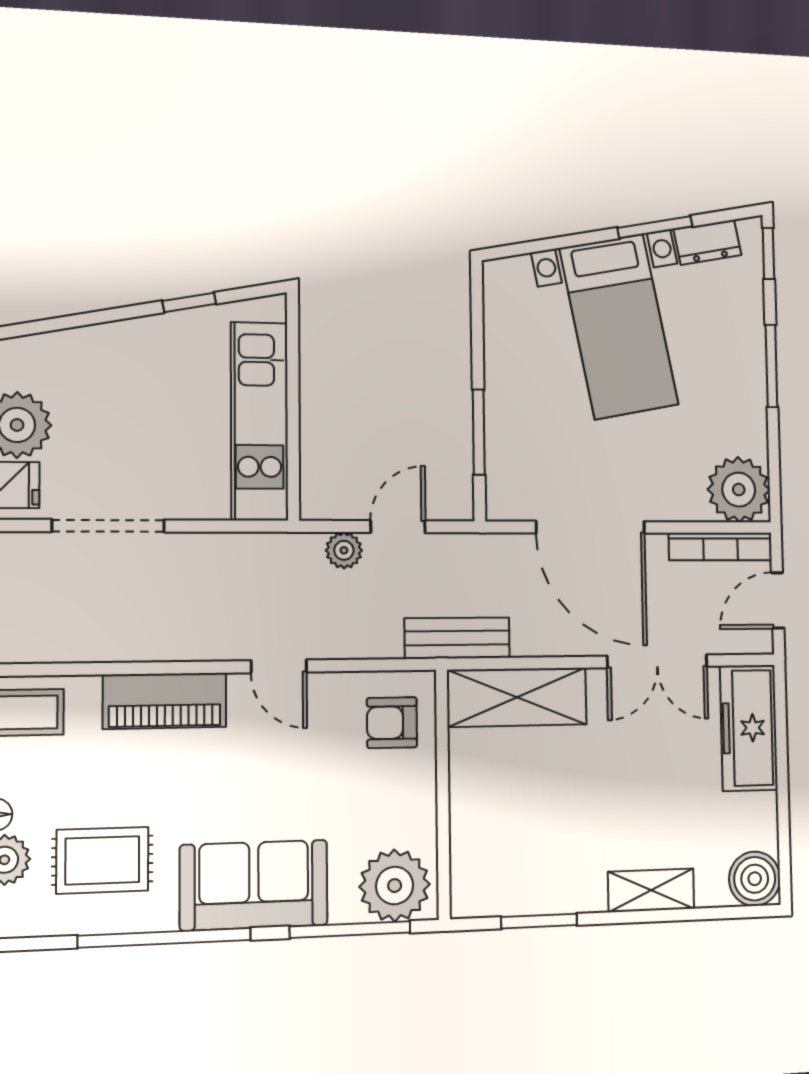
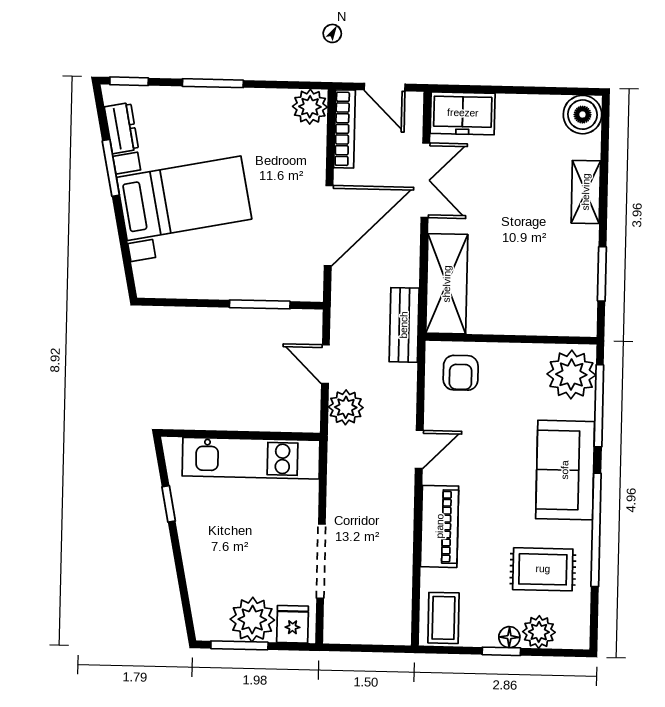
plant: (739, 490) -> (310, 107), width x0.73, depth x0.73
plant: (344, 550) -> (346, 407), width x1.38, depth x1.38
freezer: (749, 728) -> (463, 113), width x0.71
rug: (102, 860) -> (543, 569), turned 90

